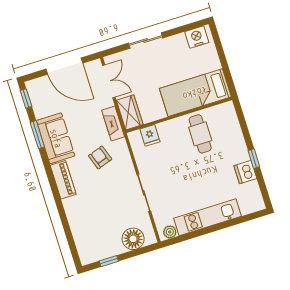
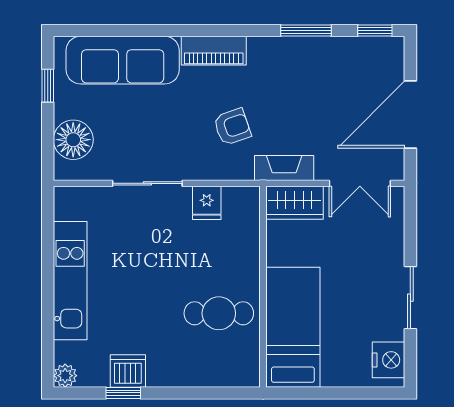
sliding door: (146, 41) -> (410, 298), moved
fridge: (150, 135) -> (207, 203), moved, turned -90
sofa: (56, 138) -> (123, 60), moved, width x1.36
window: (254, 159) -> (123, 393), moved
plant: (170, 232) -> (65, 376), moved

